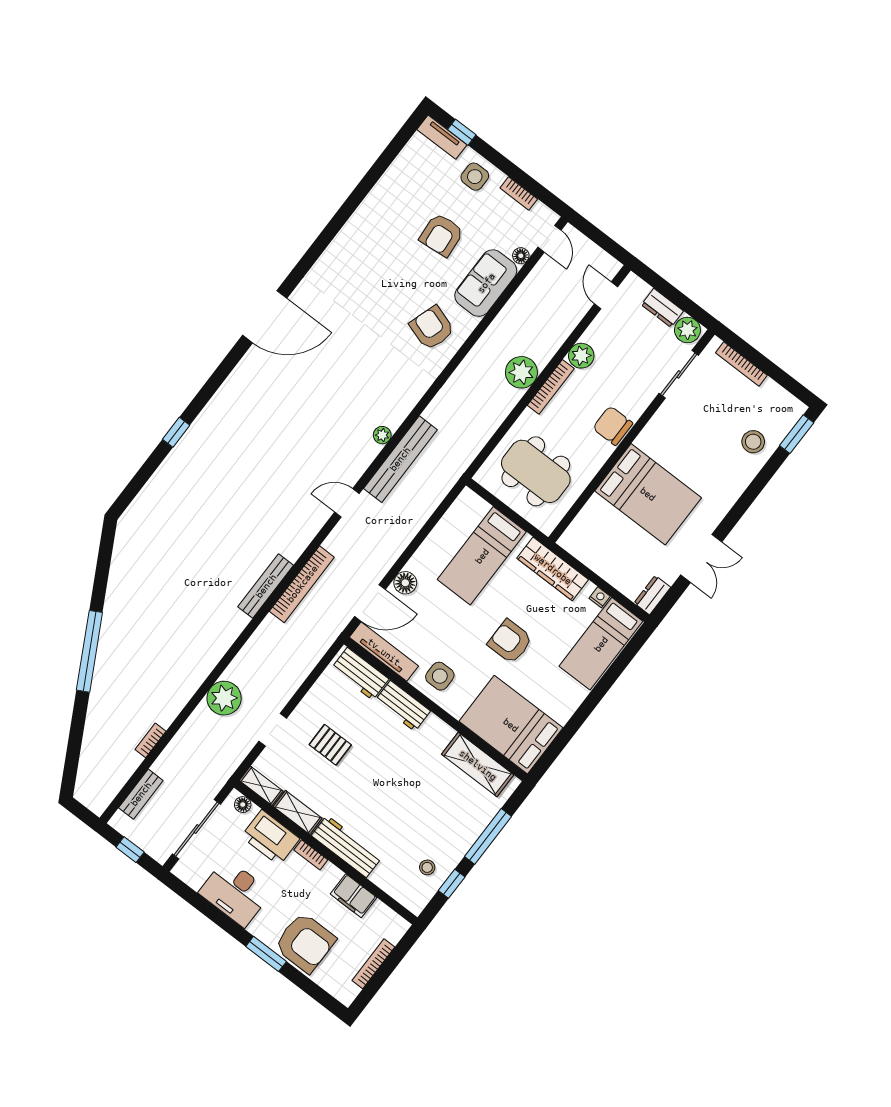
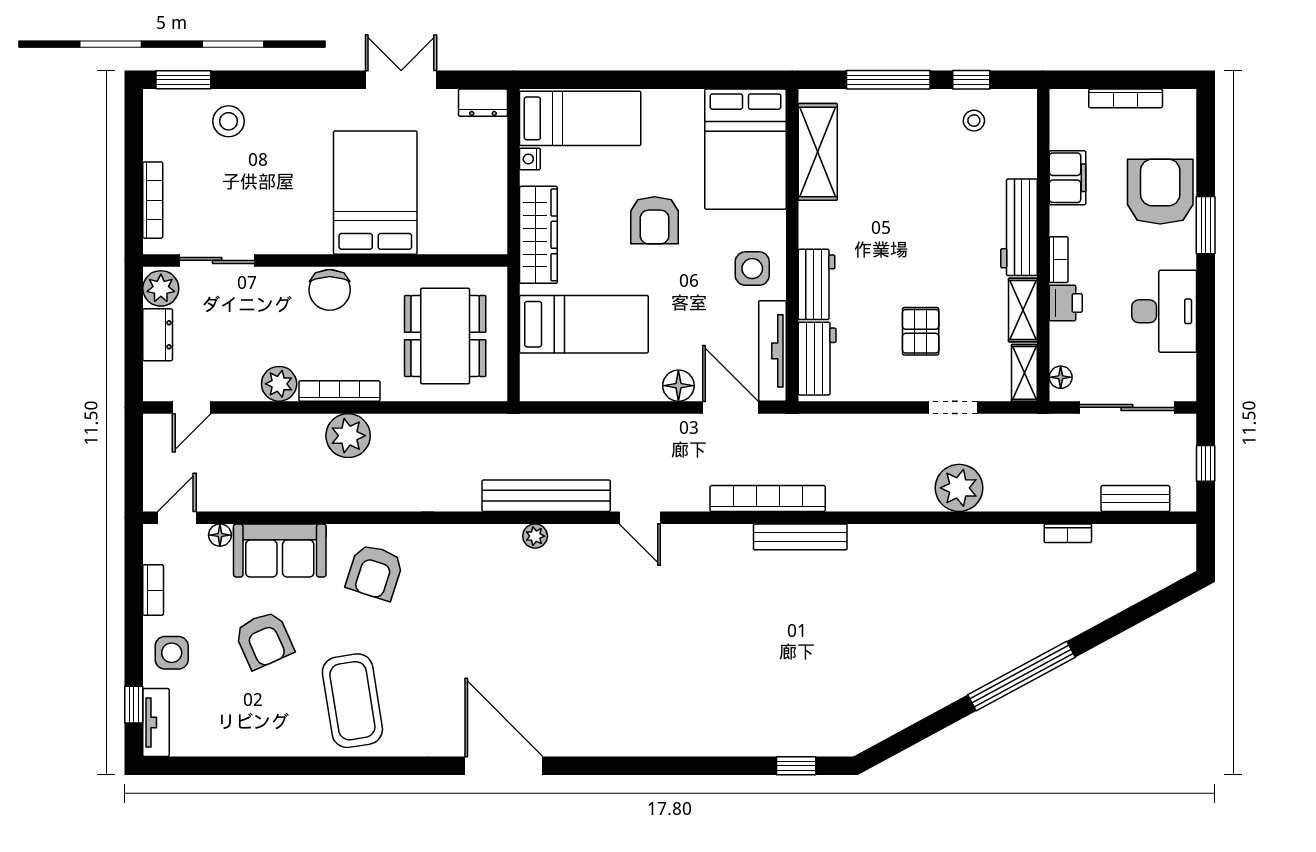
armchair: (442, 235) -> (264, 640), turned 71
coffee table: (368, 259) -> (352, 701), added
window: (176, 432) -> (796, 766), moved
printer: (271, 838) -> (1066, 303), width x0.53, depth x0.68

